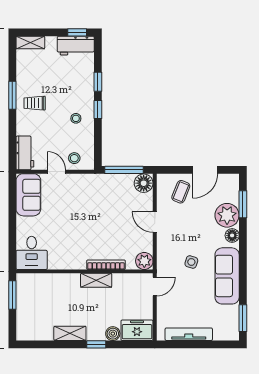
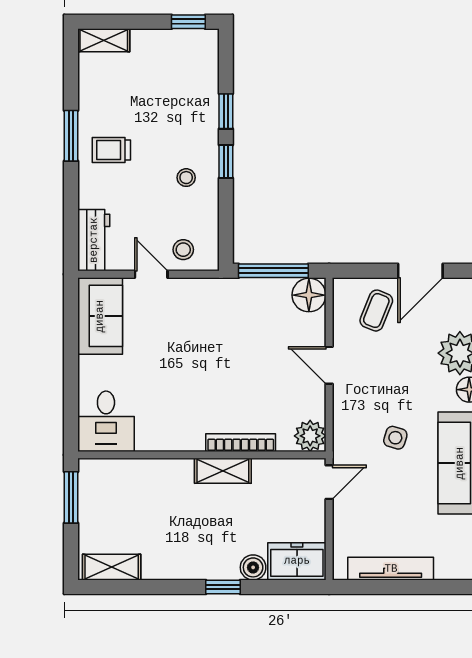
workbench: (76, 46) -> (186, 46), removed
shelving: (70, 333) -> (112, 567), moved

